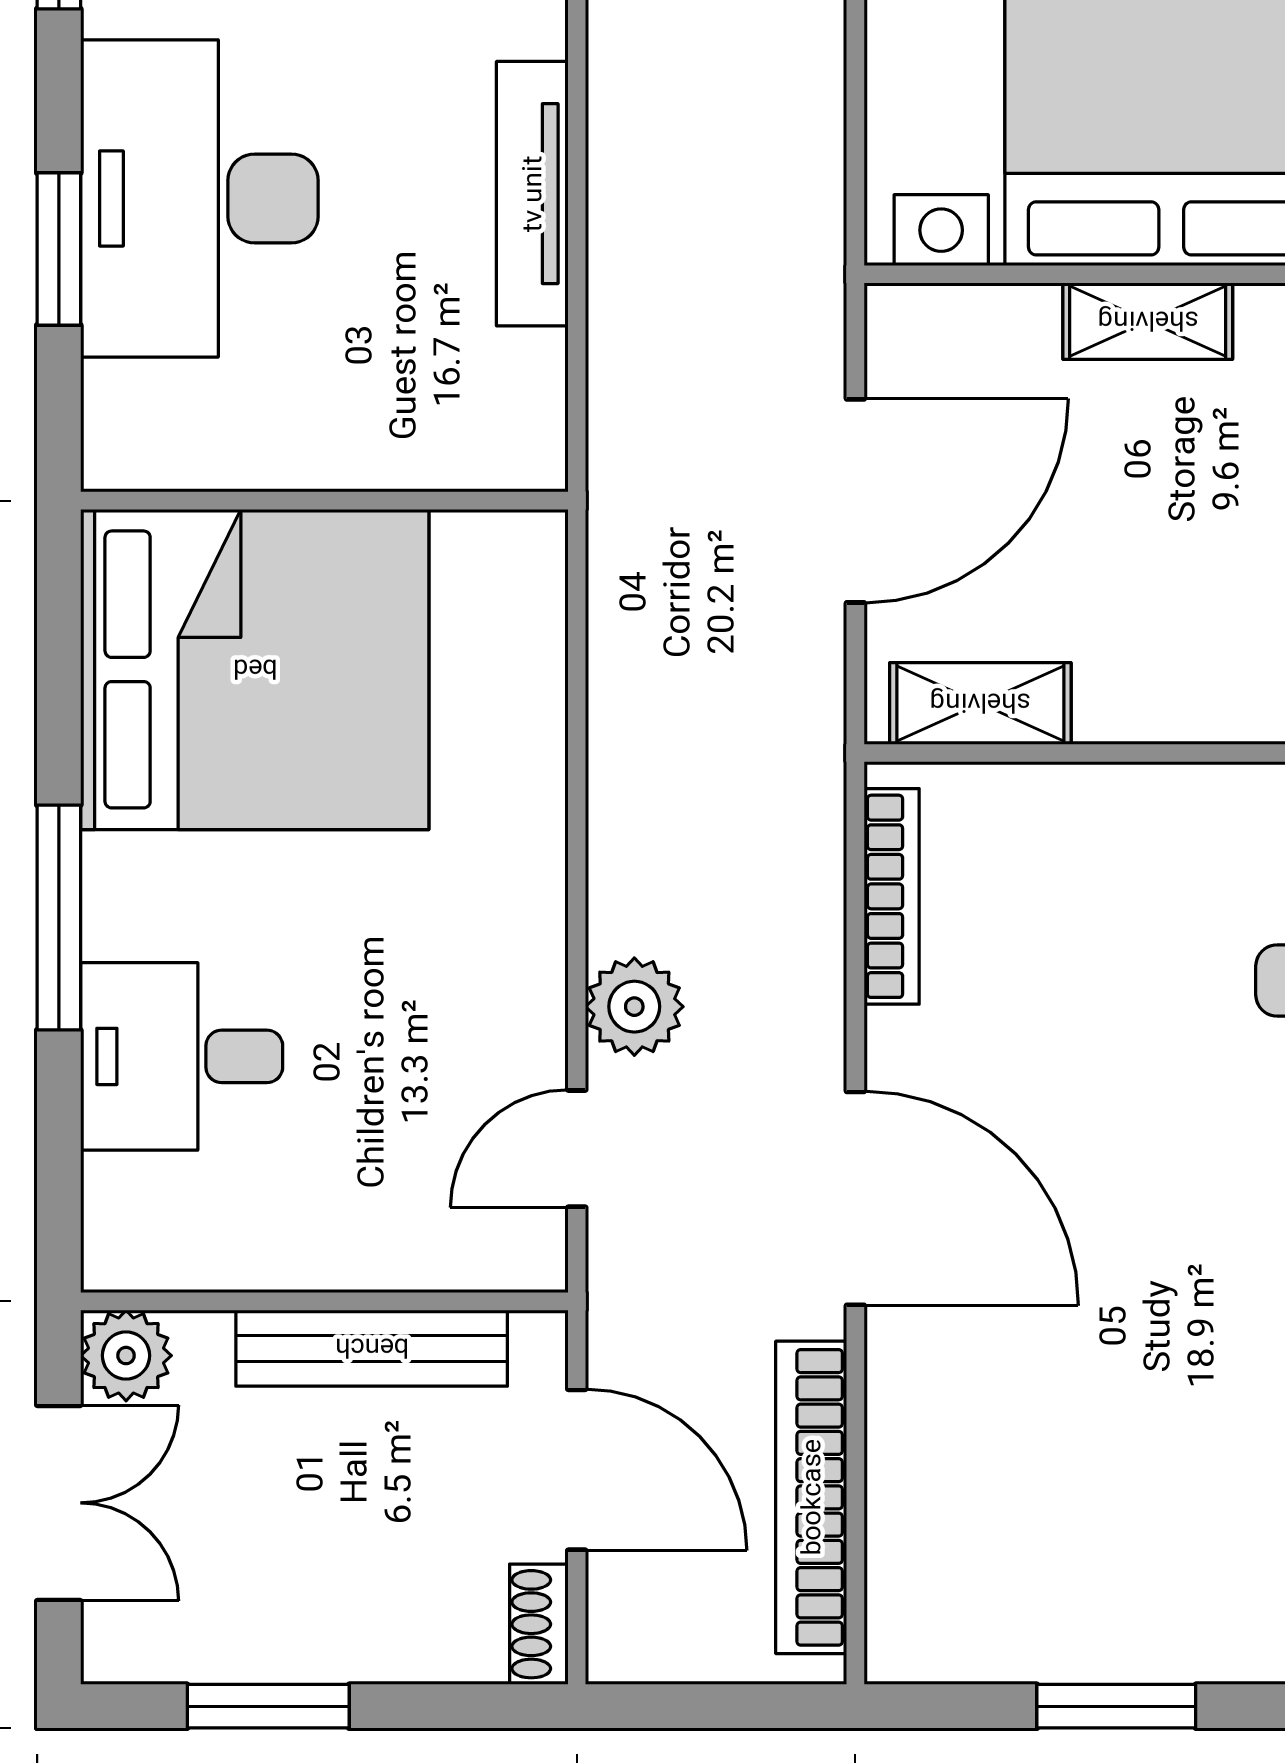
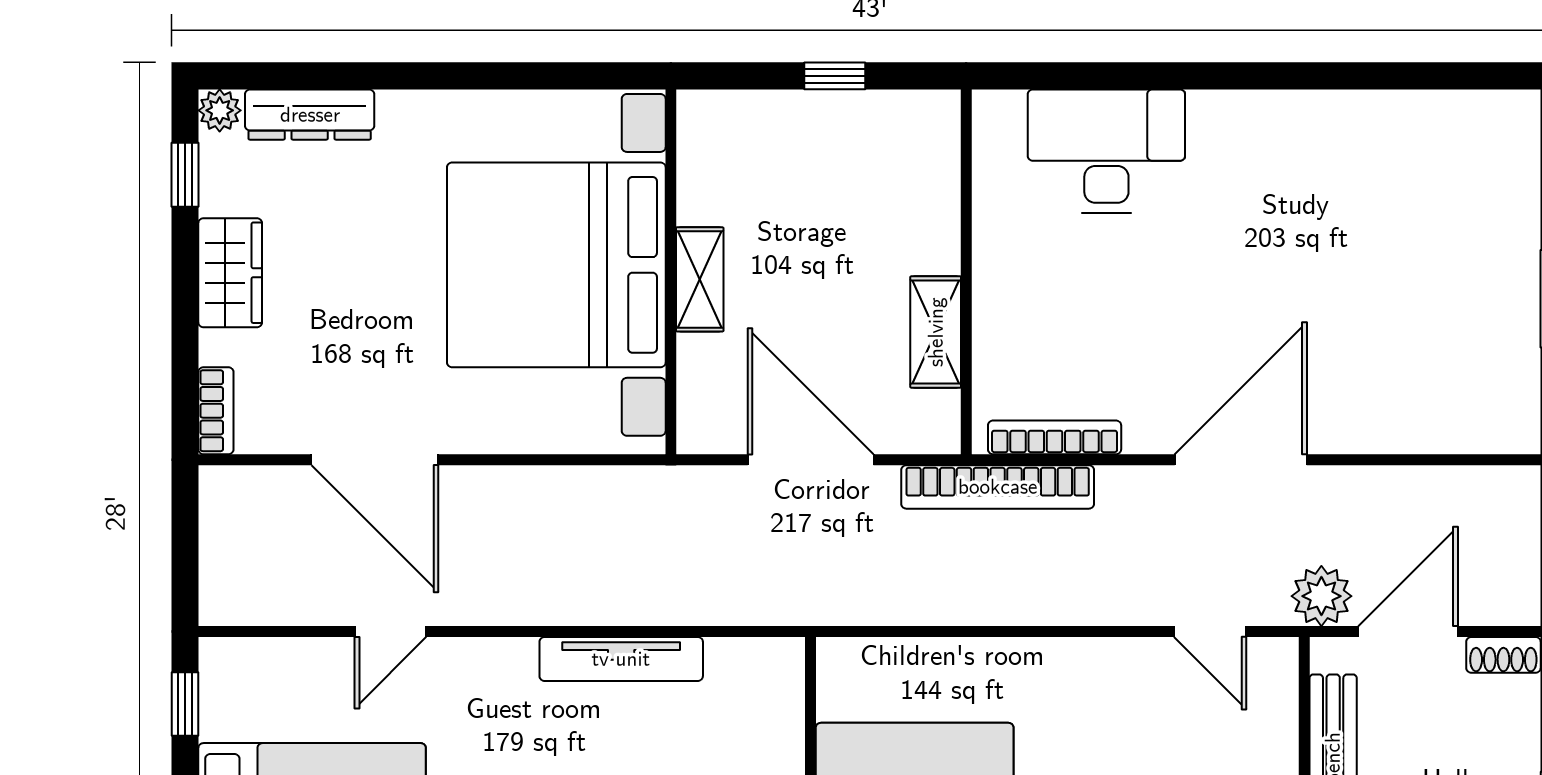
shelving: (980, 703) -> (936, 332), moved
plant: (634, 1007) -> (1321, 596), moved
bookcase: (811, 1497) -> (998, 487), moved

